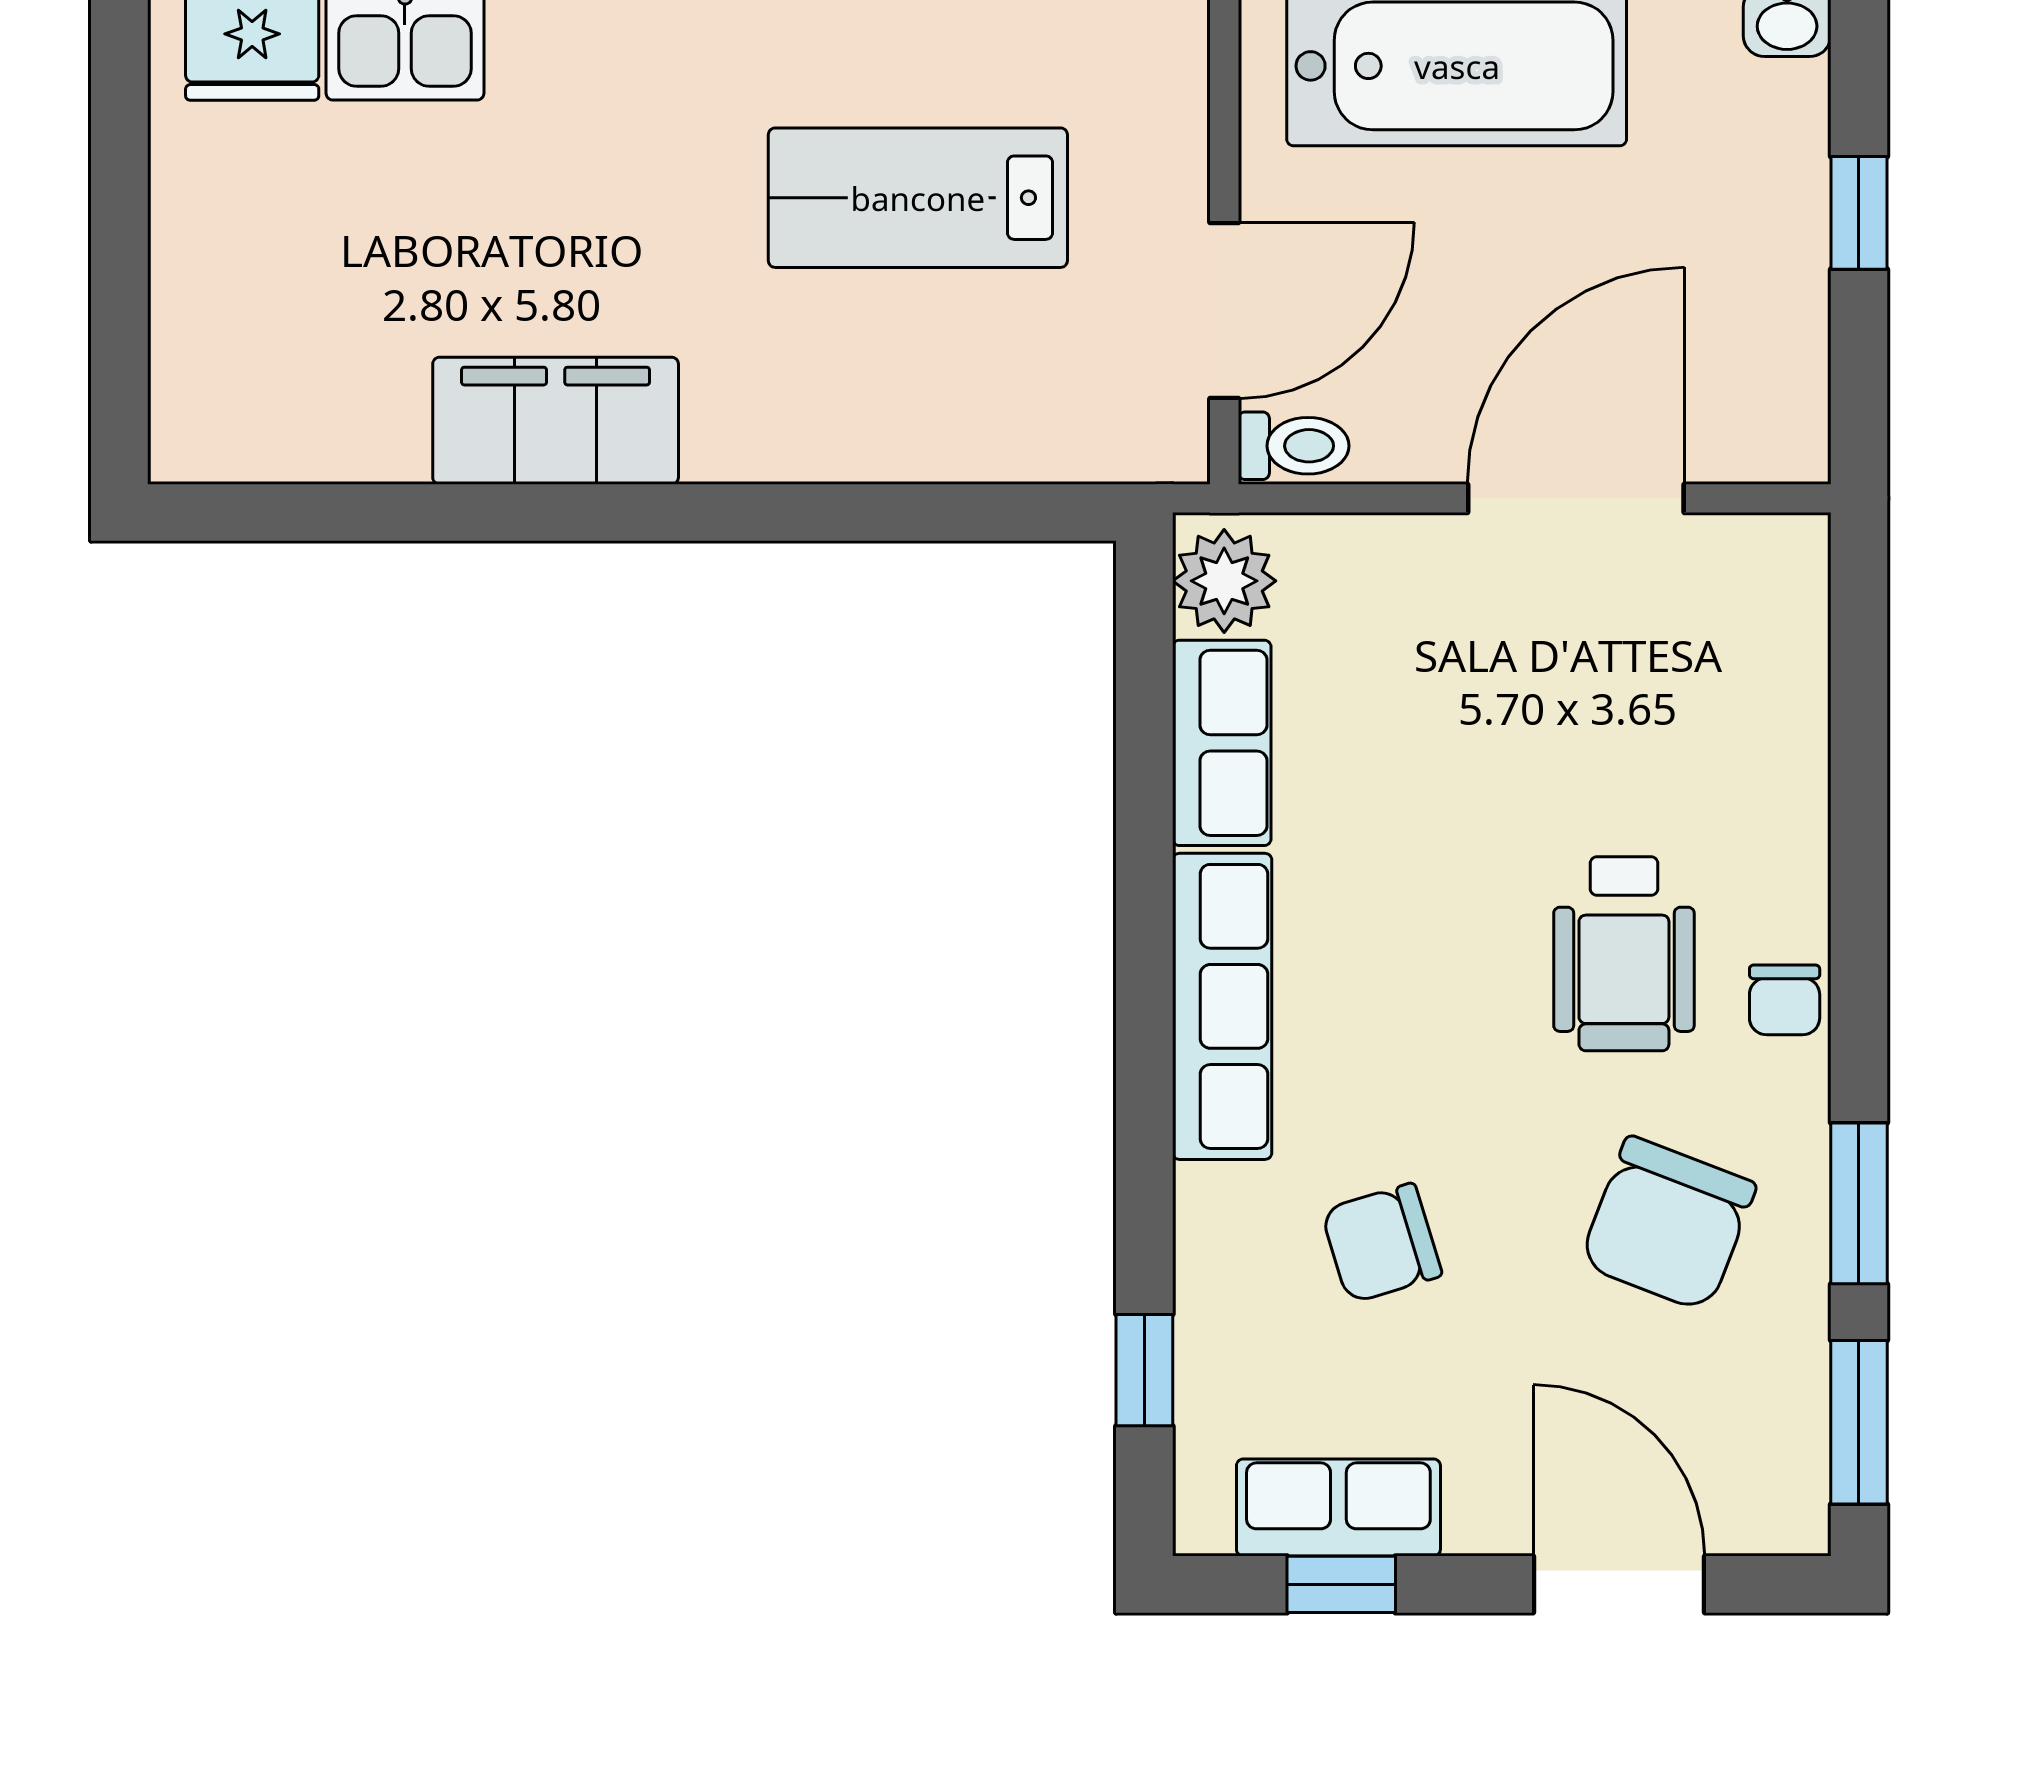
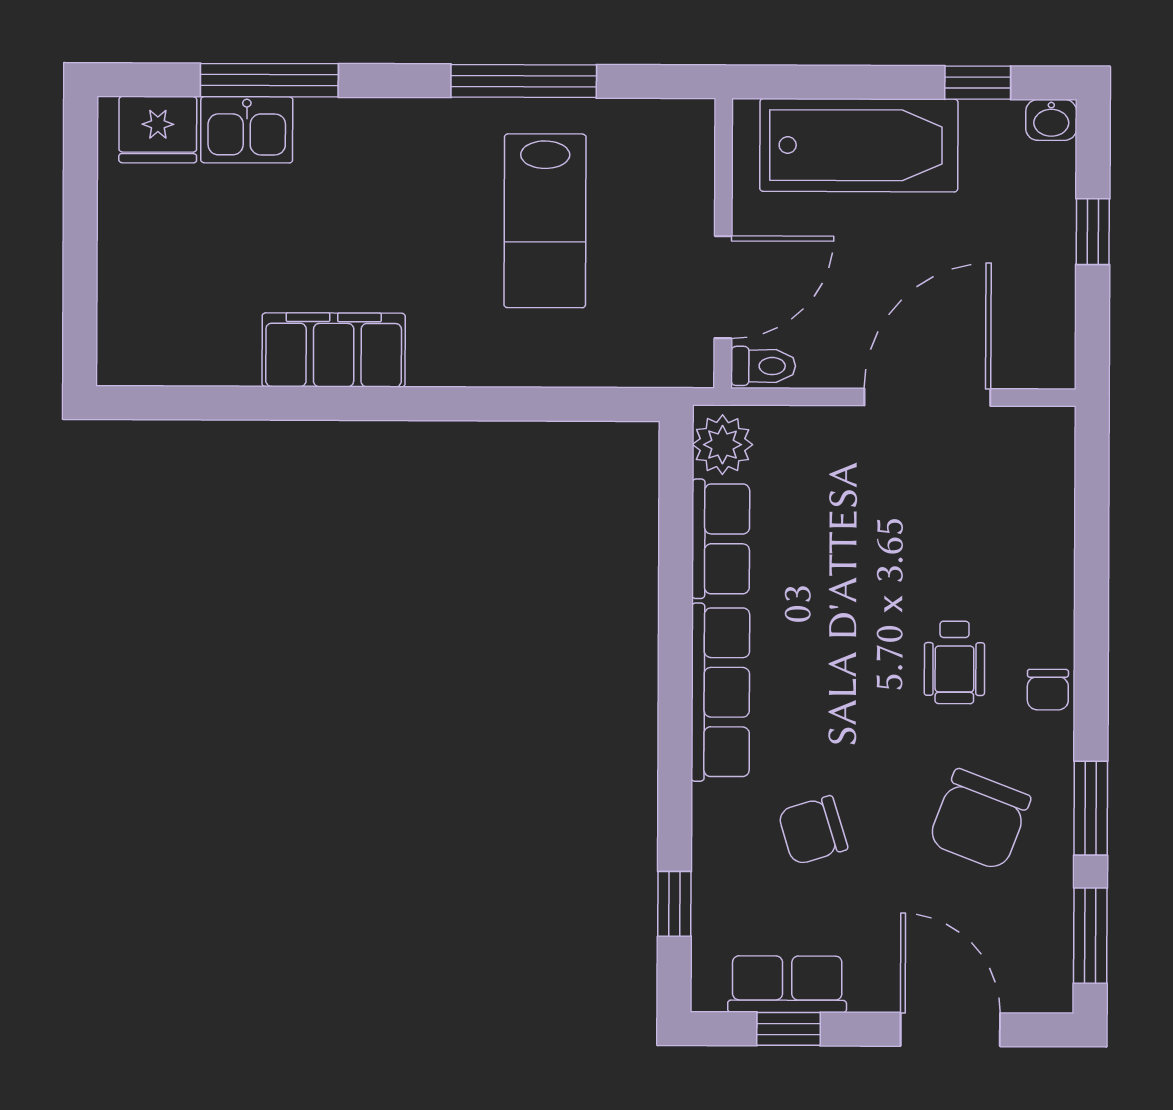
lab bench: (918, 198) -> (545, 221), turned -90
wheelchair: (1624, 954) -> (954, 662), width x0.73, depth x0.73

